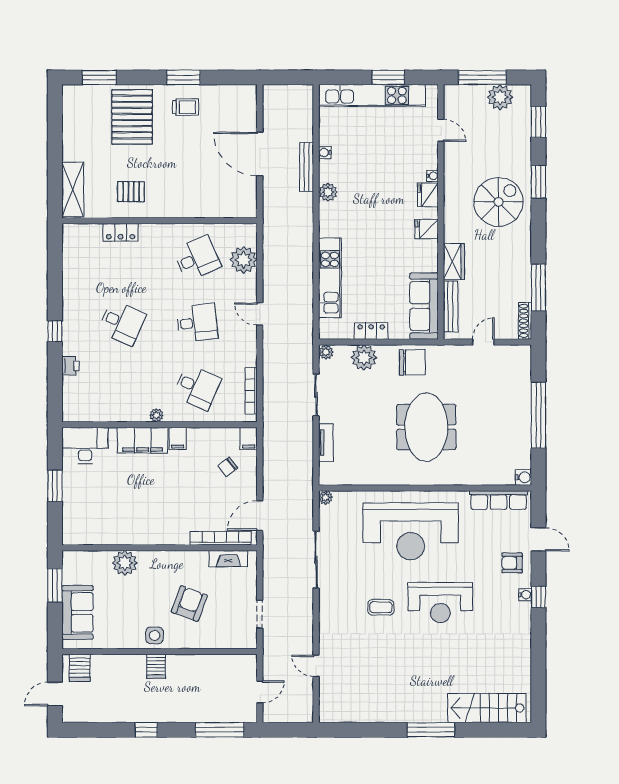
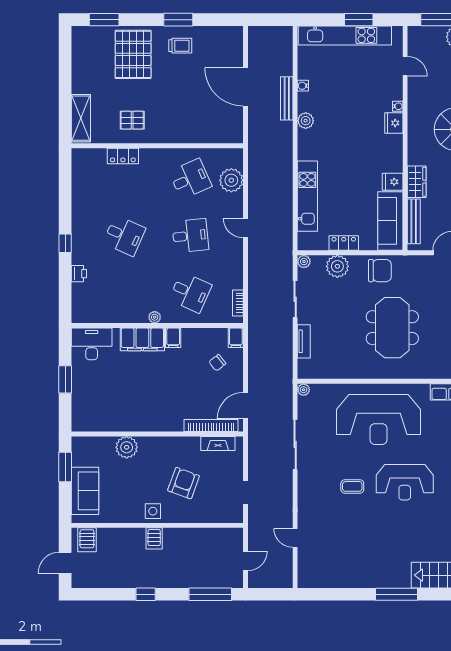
fridge: (427, 229) -> (393, 182), moved
bookcase: (251, 391) -> (238, 303), width x0.64

